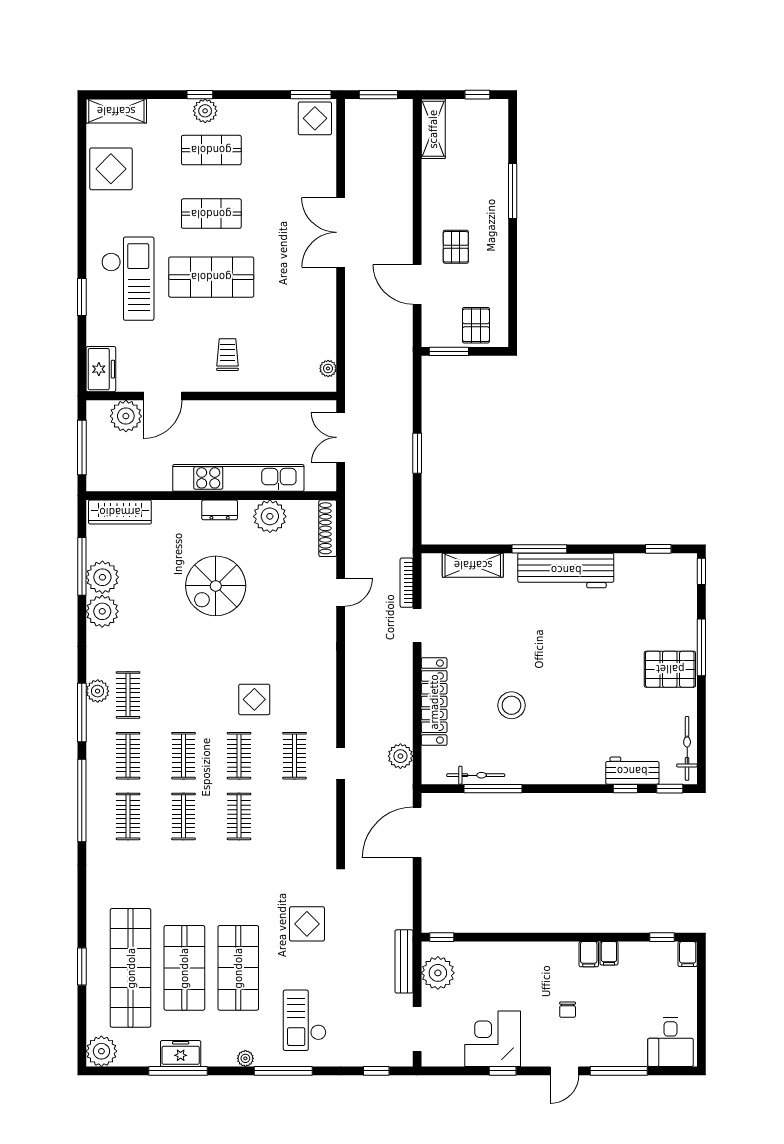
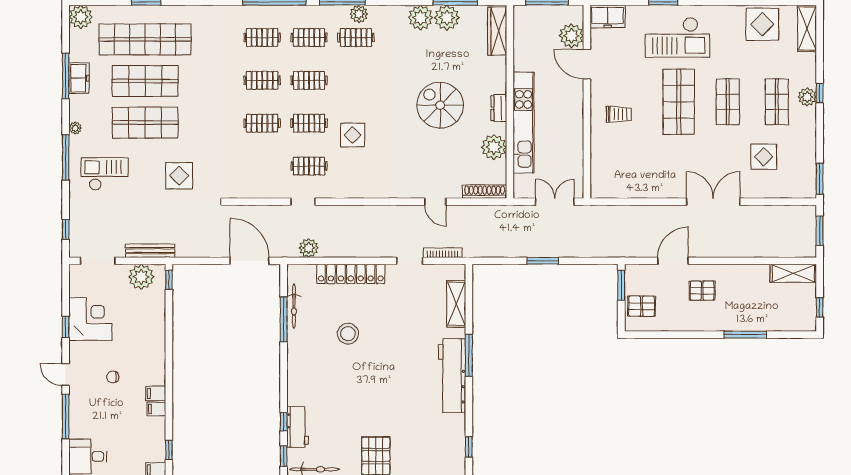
display table: (315, 118) -> (764, 157), moved
plant: (328, 368) -> (608, 192), removed

